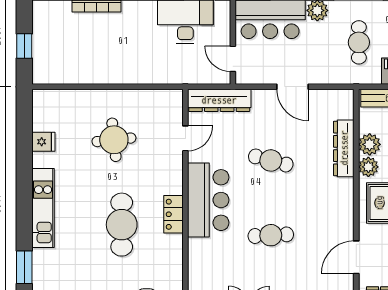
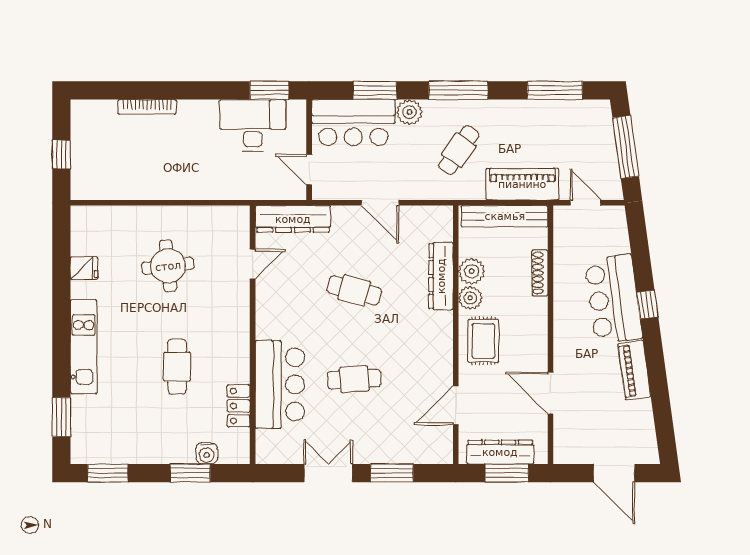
cafe table: (359, 42) -> (459, 150), turned 34
bar counter: (208, 200) -> (280, 384), moved
locker: (174, 214) -> (239, 406), moved
cafe table: (122, 225) -> (177, 367), width x0.73, depth x0.74

